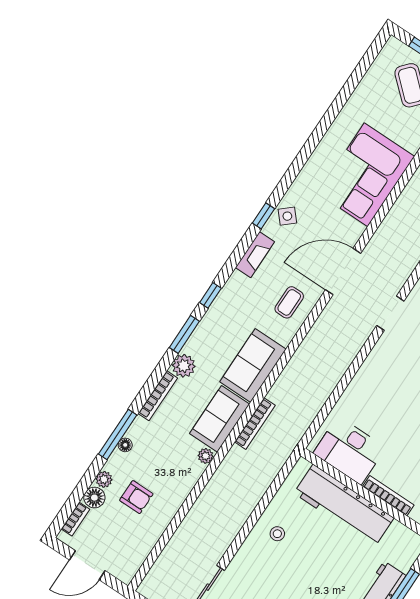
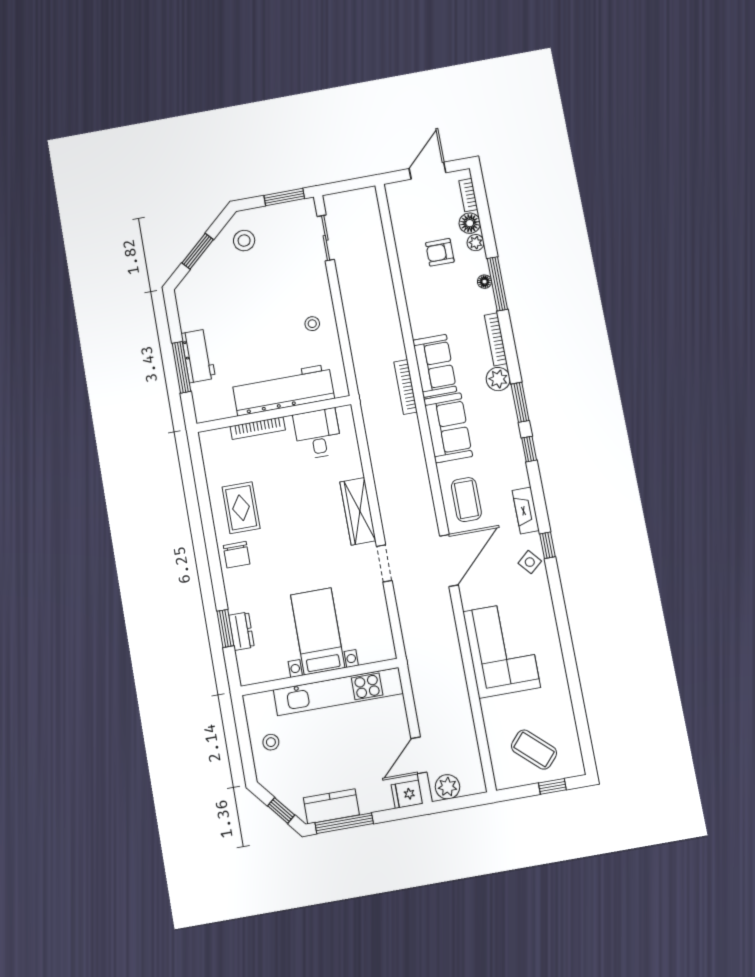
coffee table: (289, 302) -> (466, 500), width x1.36, depth x1.30
wardrobe: (374, 368) -> (358, 511), added
desk: (349, 451) -> (318, 434), width x0.73
plant: (206, 456) -> (419, 329), removed

